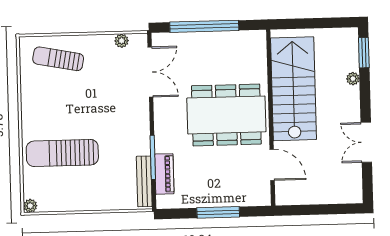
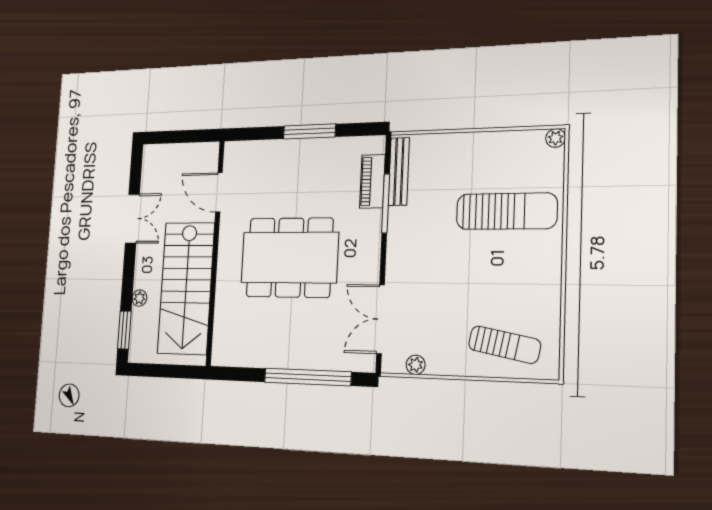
stairs: (293, 89) -> (186, 288), moved
wall: (271, 118) -> (215, 252), moved
door: (272, 165) -> (219, 192), moved

